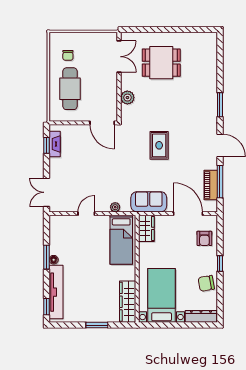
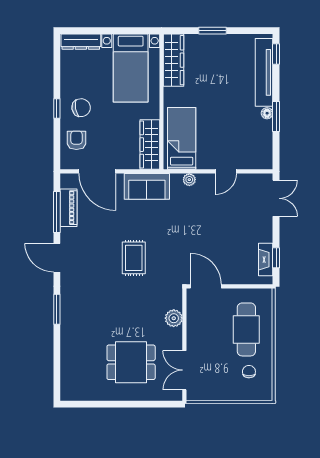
wardrobe: (146, 228) -> (150, 145), width x1.50
chair: (206, 283) -> (81, 108), moved

